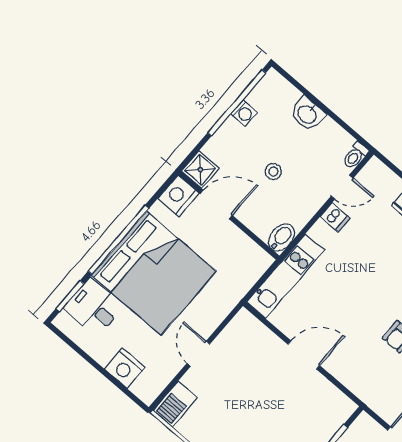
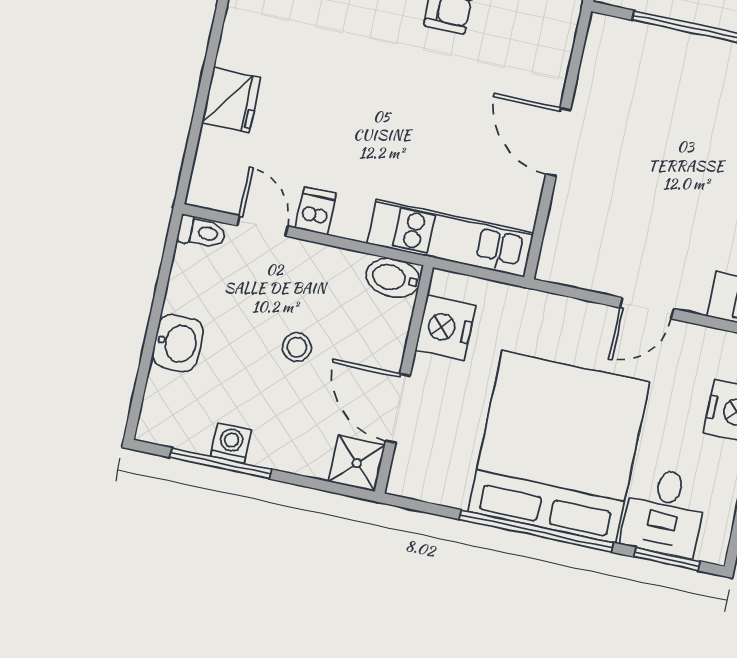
window: (237, 103) -> (221, 463), width x0.68
nightstand: (178, 196) -> (445, 328), moved, turned 90

